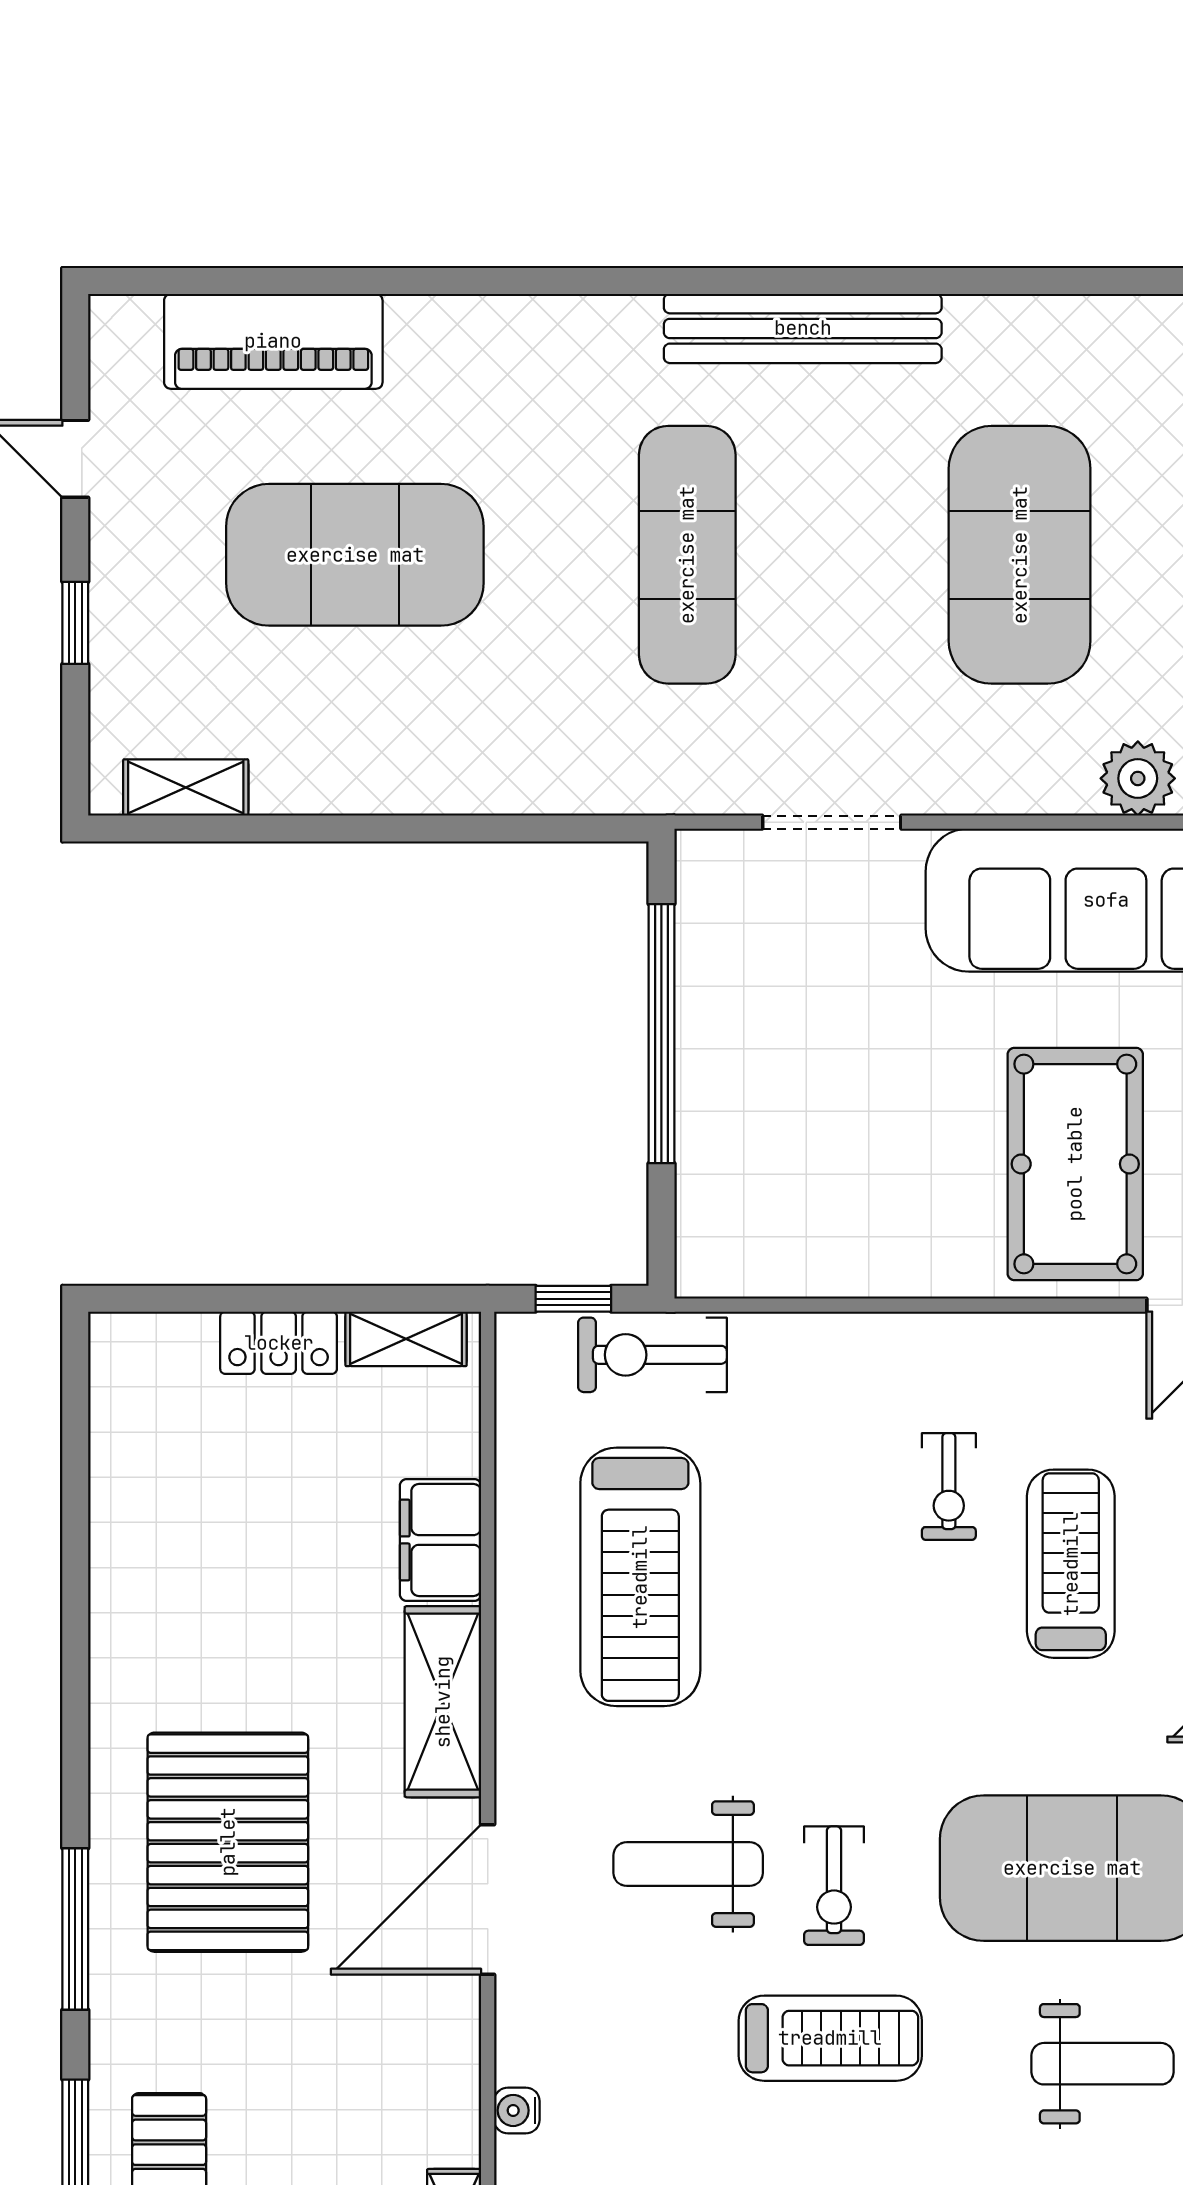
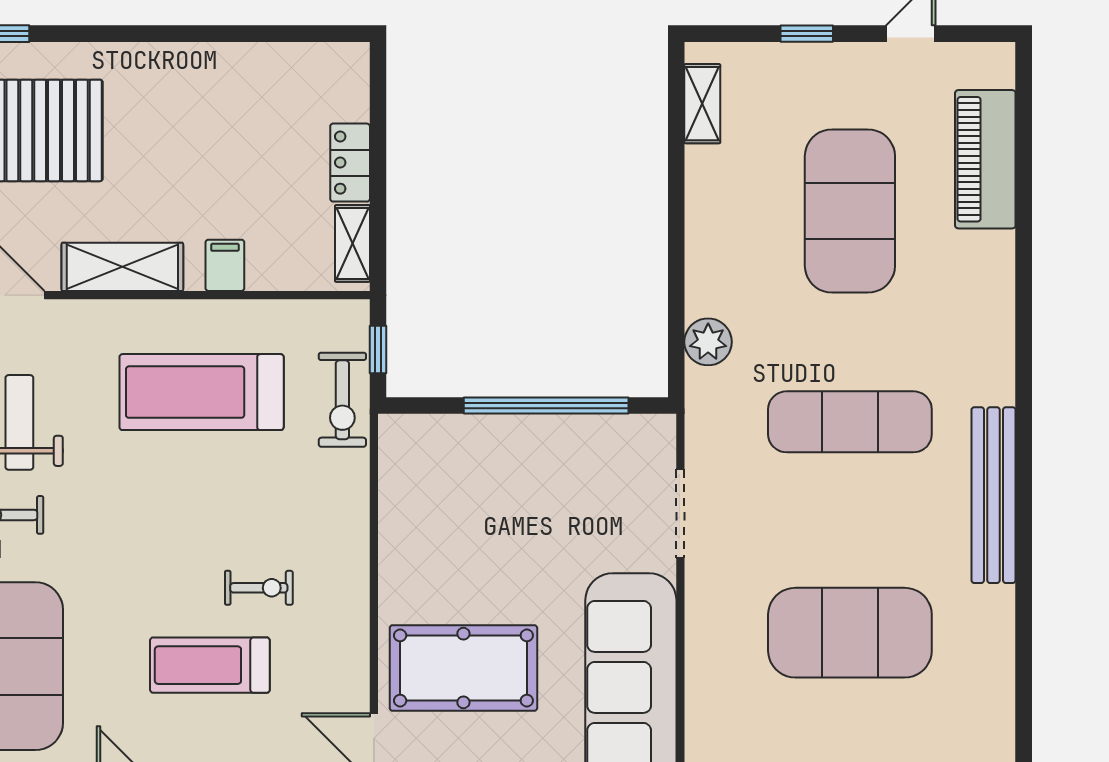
plant: (1138, 778) -> (708, 342), moved
exercise bike: (652, 1355) -> (342, 400), turned 180
exercise bike: (949, 1486) -> (259, 588), turned 180
filing cabinet: (441, 1540) -> (225, 265), width x0.50
treadmill: (1071, 1564) -> (210, 665), turned 180

